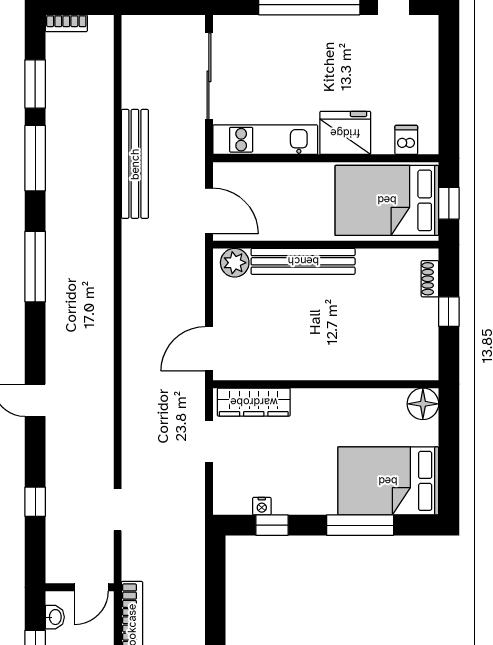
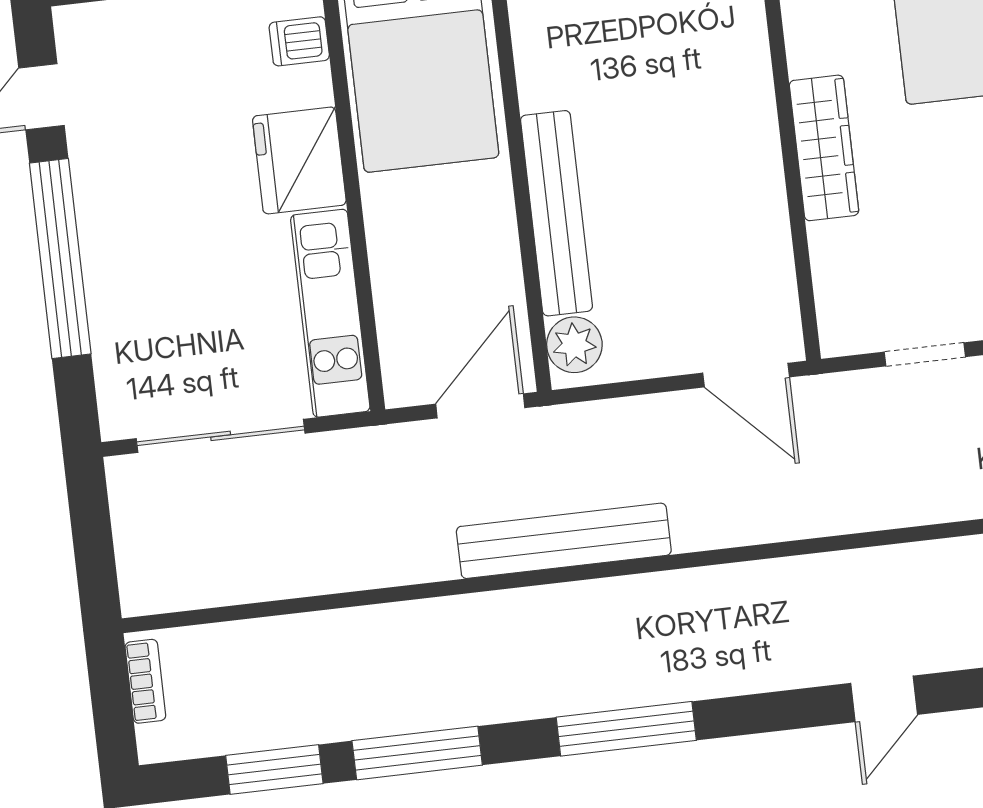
bookcase: (66, 23) -> (145, 681), moved
bench: (135, 164) -> (564, 541), moved
wardrobe: (254, 402) -> (824, 148), moved

